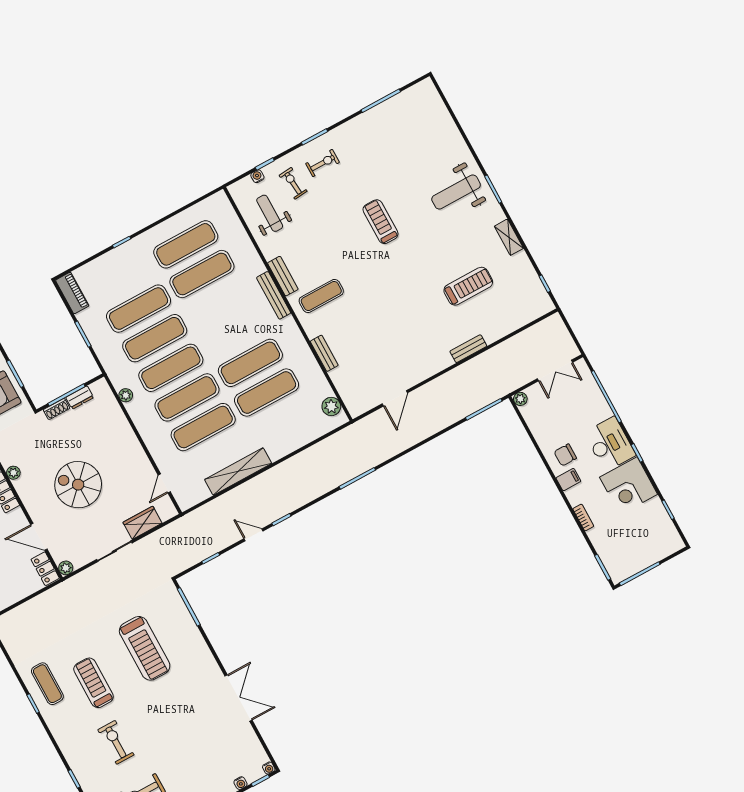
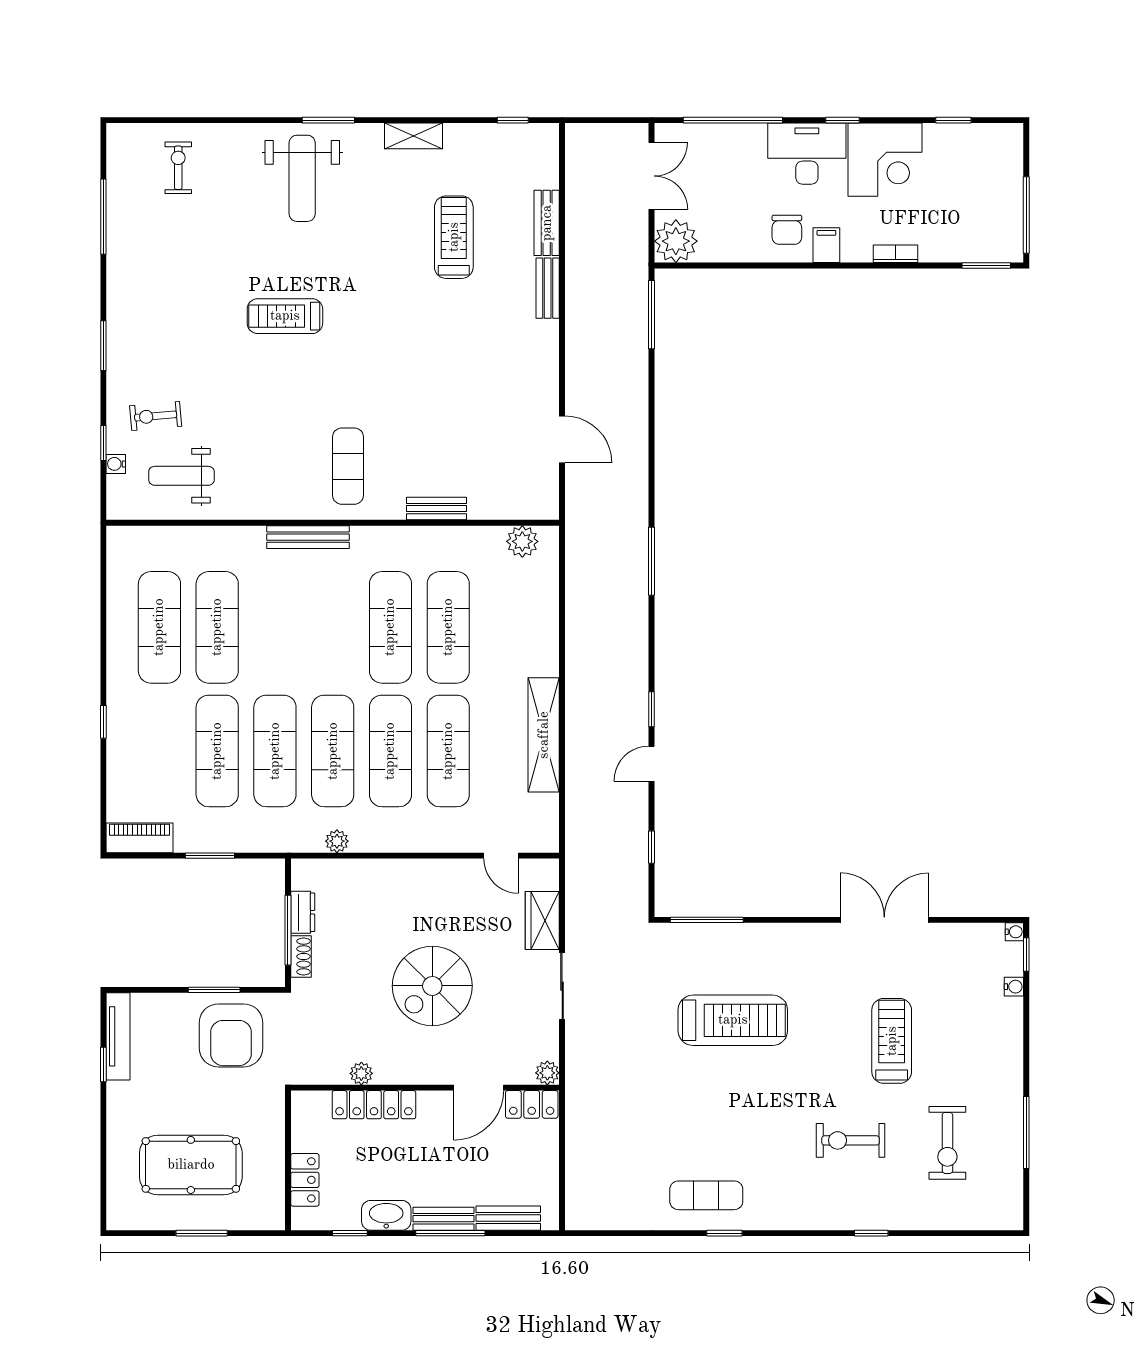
exercise bike: (323, 163) -> (178, 168), moved
bench: (283, 276) -> (547, 223), moved, turned 90
plant: (520, 399) -> (676, 241), width x1.88, depth x1.88
treadmill: (94, 683) -> (892, 1041), moved, turned 90

